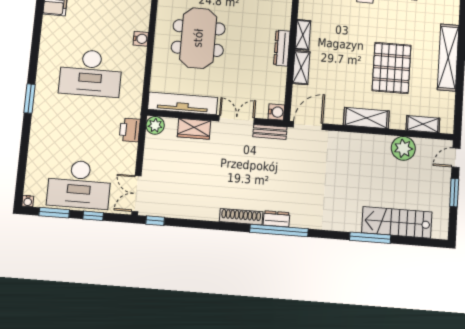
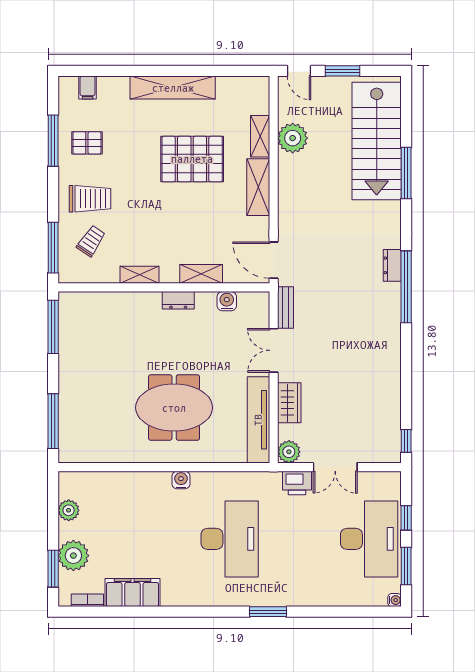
shelving: (303, 35) -> (140, 275), moved
dresser: (282, 48) -> (178, 300), width x0.70
water cooler: (276, 112) -> (227, 301), moved
shelving: (423, 124) -> (260, 136), moved
double door: (136, 194) -> (335, 467), moved
shoe rack: (241, 217) -> (393, 335), removed
dresser: (276, 219) -> (392, 265), moved
stairs: (397, 222) -> (377, 141), width x1.36, depth x1.51

